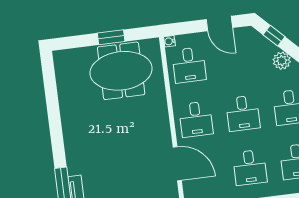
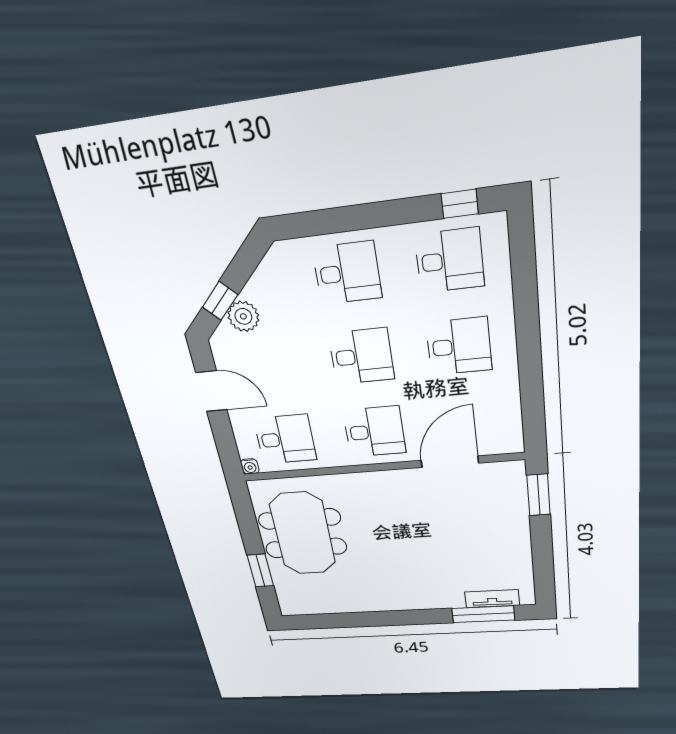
door: (219, 24) -> (211, 391), hinge flipped
window: (111, 37) -> (260, 571), moved
plant: (282, 61) -> (243, 316), moved

